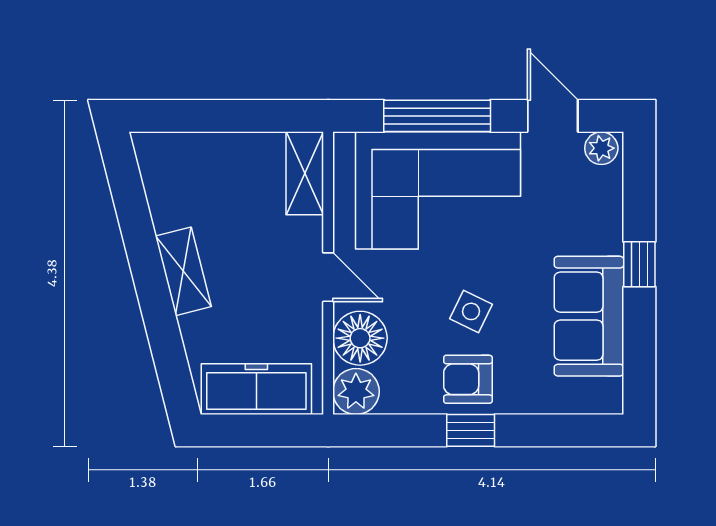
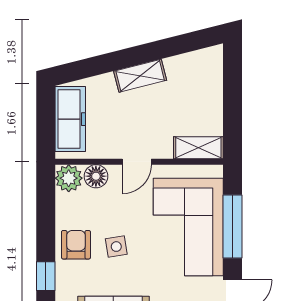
side table: (471, 311) -> (116, 247), turned -35
floor lamp: (360, 338) -> (96, 176), width x0.73, depth x0.73
window: (471, 430) -> (46, 276), moved

